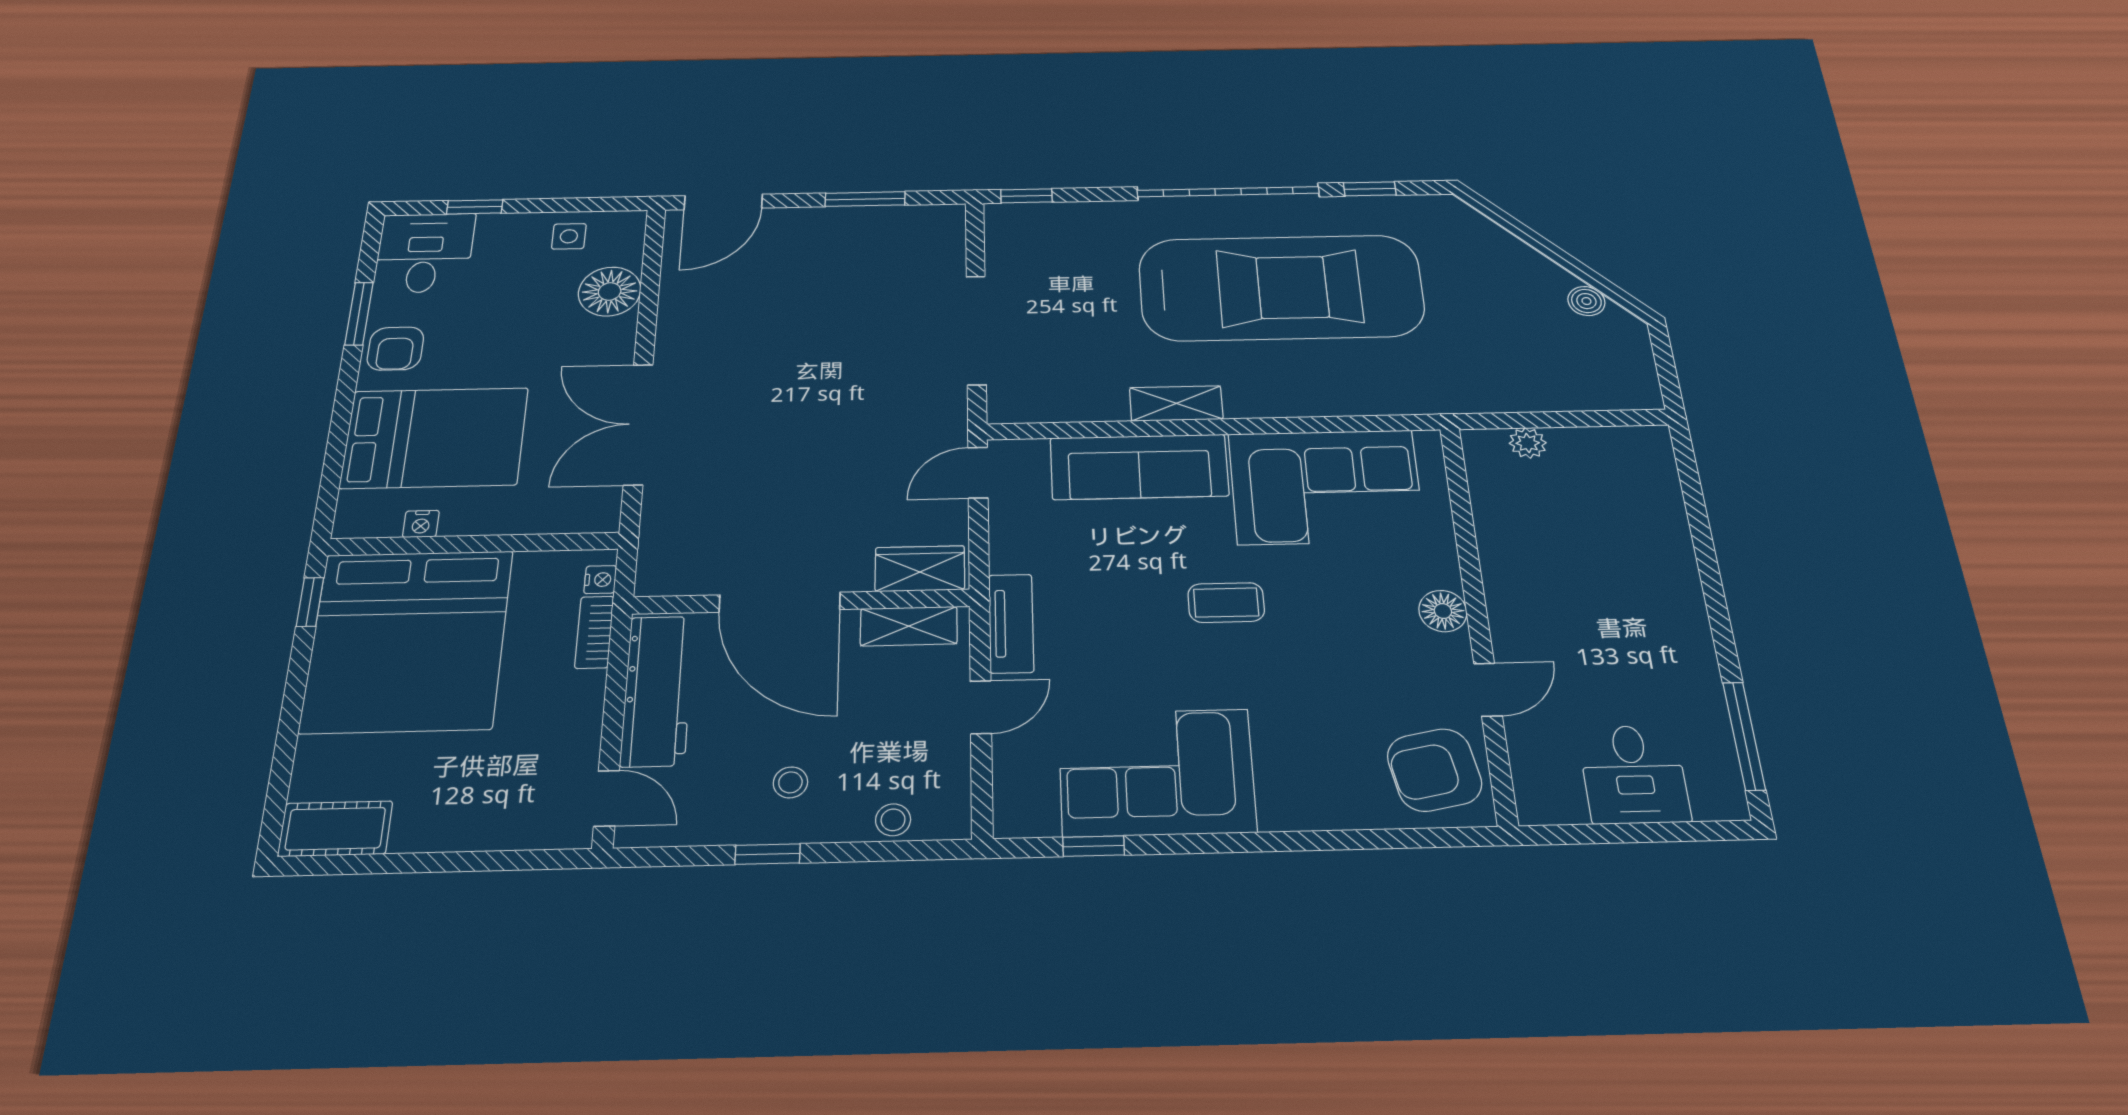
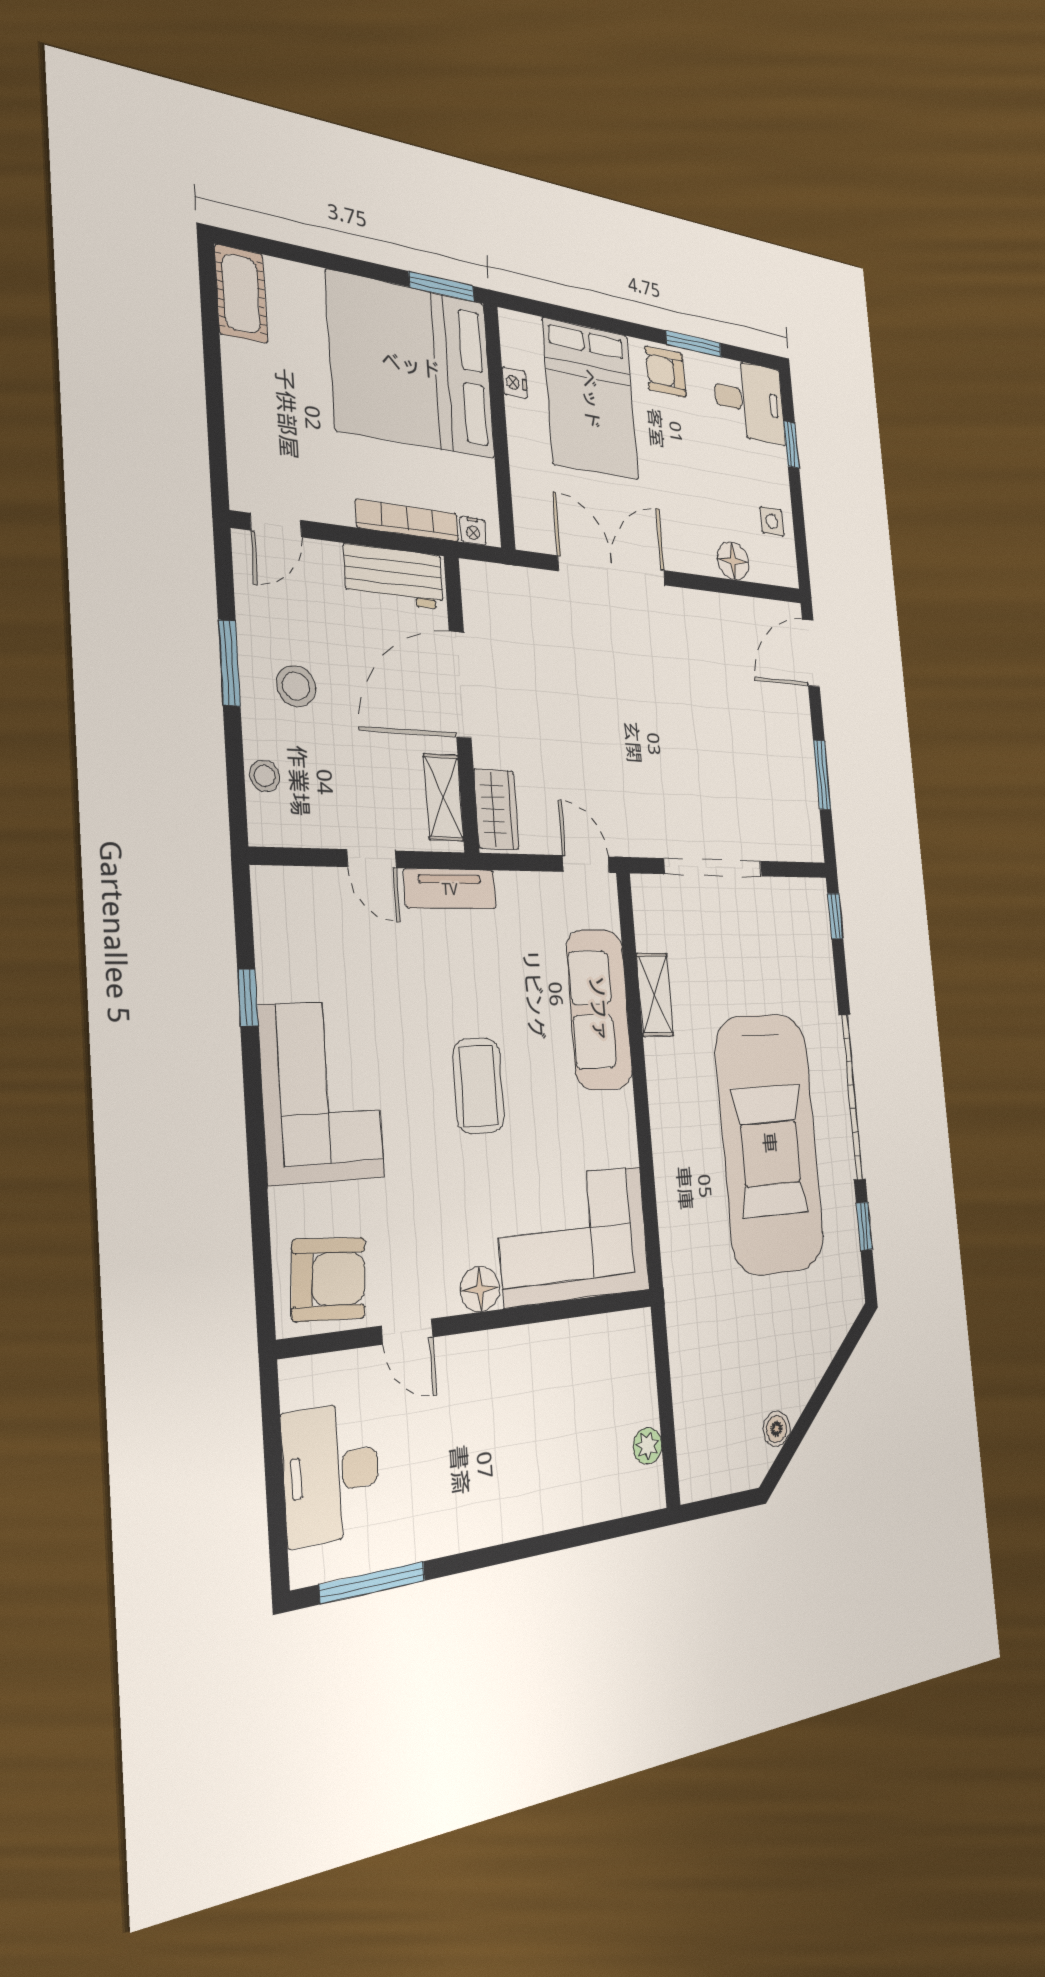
door: (723, 202) -> (811, 653), hinge flipped
floor lamp: (610, 291) -> (733, 561), width x0.73, depth x0.73
shelving: (1176, 403) -> (655, 995), moved
plant: (1528, 443) -> (647, 1446), moved
corner sofa: (1326, 487) -> (574, 1236), moved, turned 90
window: (310, 602) -> (442, 287), width x1.50
coffee table: (1226, 603) -> (478, 1086), width x1.36, depth x1.30
bookcase: (594, 632) -> (408, 521), width x1.56
workbench: (657, 690) -> (394, 577), width x0.73
armchair: (1434, 770) -> (329, 1279), turned 105
corner sofa: (1156, 772) -> (321, 1092), moved
desk: (1634, 774) -> (331, 1473), width x1.37
stool: (790, 782) -> (296, 686), width x1.37, depth x1.37
window: (1094, 846) -> (248, 997), moved
window: (768, 854) -> (229, 663), width x1.50

